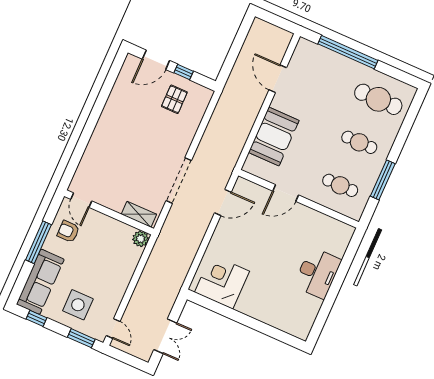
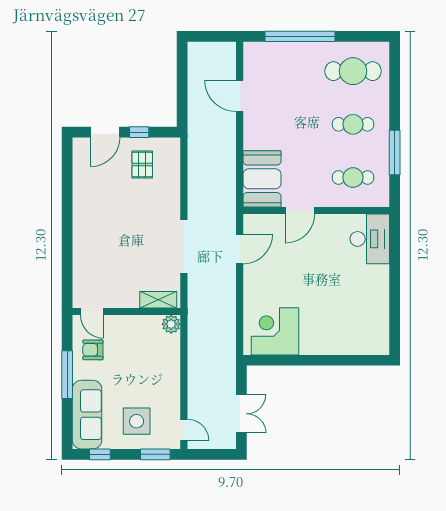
booth: (274, 136) -> (262, 179), moved
desk: (318, 273) -> (370, 239), moved

